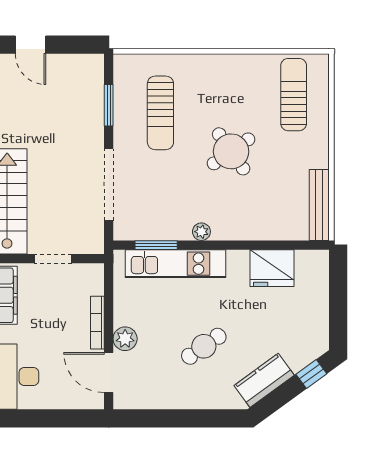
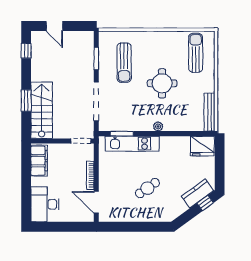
round table: (231, 151) -> (162, 83), turned 35
plant: (201, 232) -> (158, 126), moved
doorway: (53, 259) -> (81, 141), moved
fridge: (272, 268) -> (202, 146), moved
plant: (125, 339) -> (105, 184), removed
kitchen counter: (264, 380) -> (198, 193), moved

